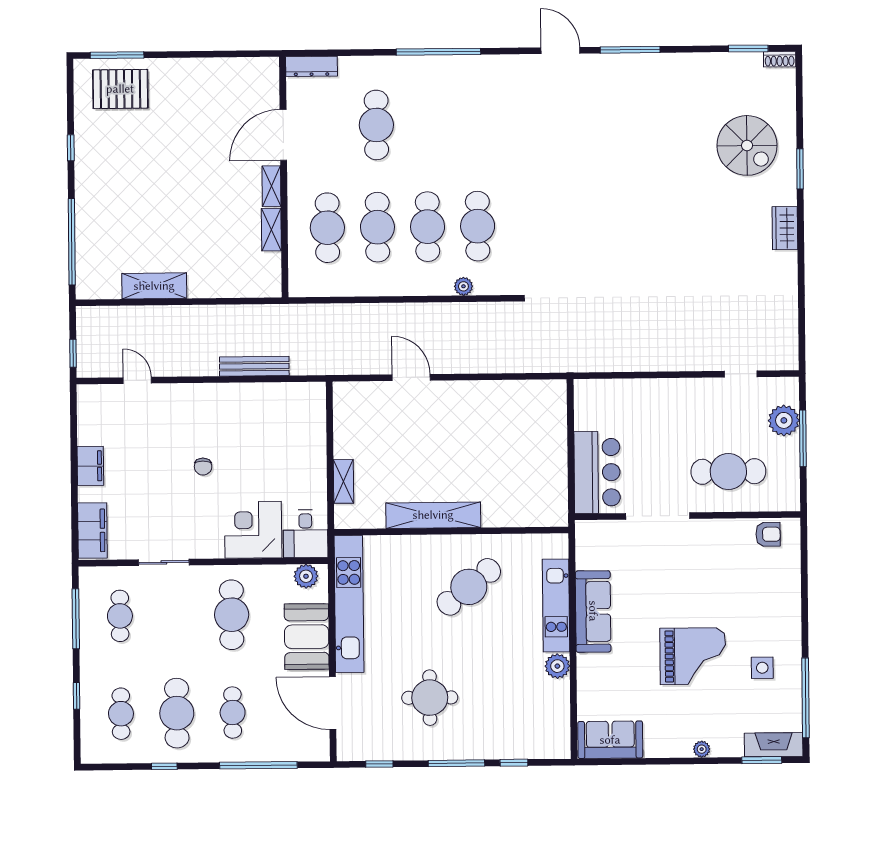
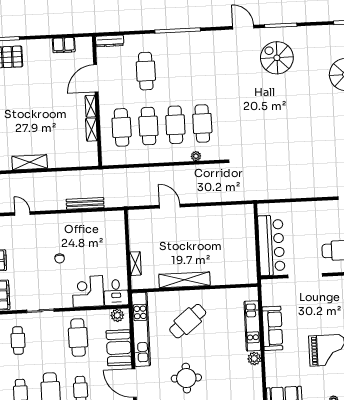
filing cabinet: (226, 71) -> (64, 45), added
spiral stairs: (621, 110) -> (277, 58), added
bar counter: (597, 472) -> (271, 245), width x1.36
cafe table: (469, 587) -> (188, 321), moved

